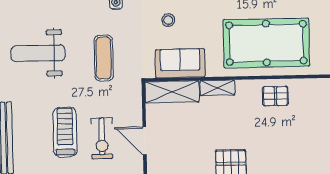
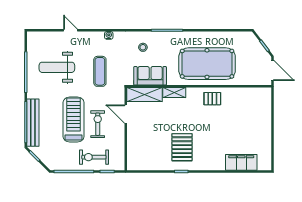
treadmill: (65, 132) -> (74, 119), width x1.37, depth x1.38
exercise bike: (102, 138) -> (98, 124), turned 180
door: (145, 141) -> (126, 114), moved

